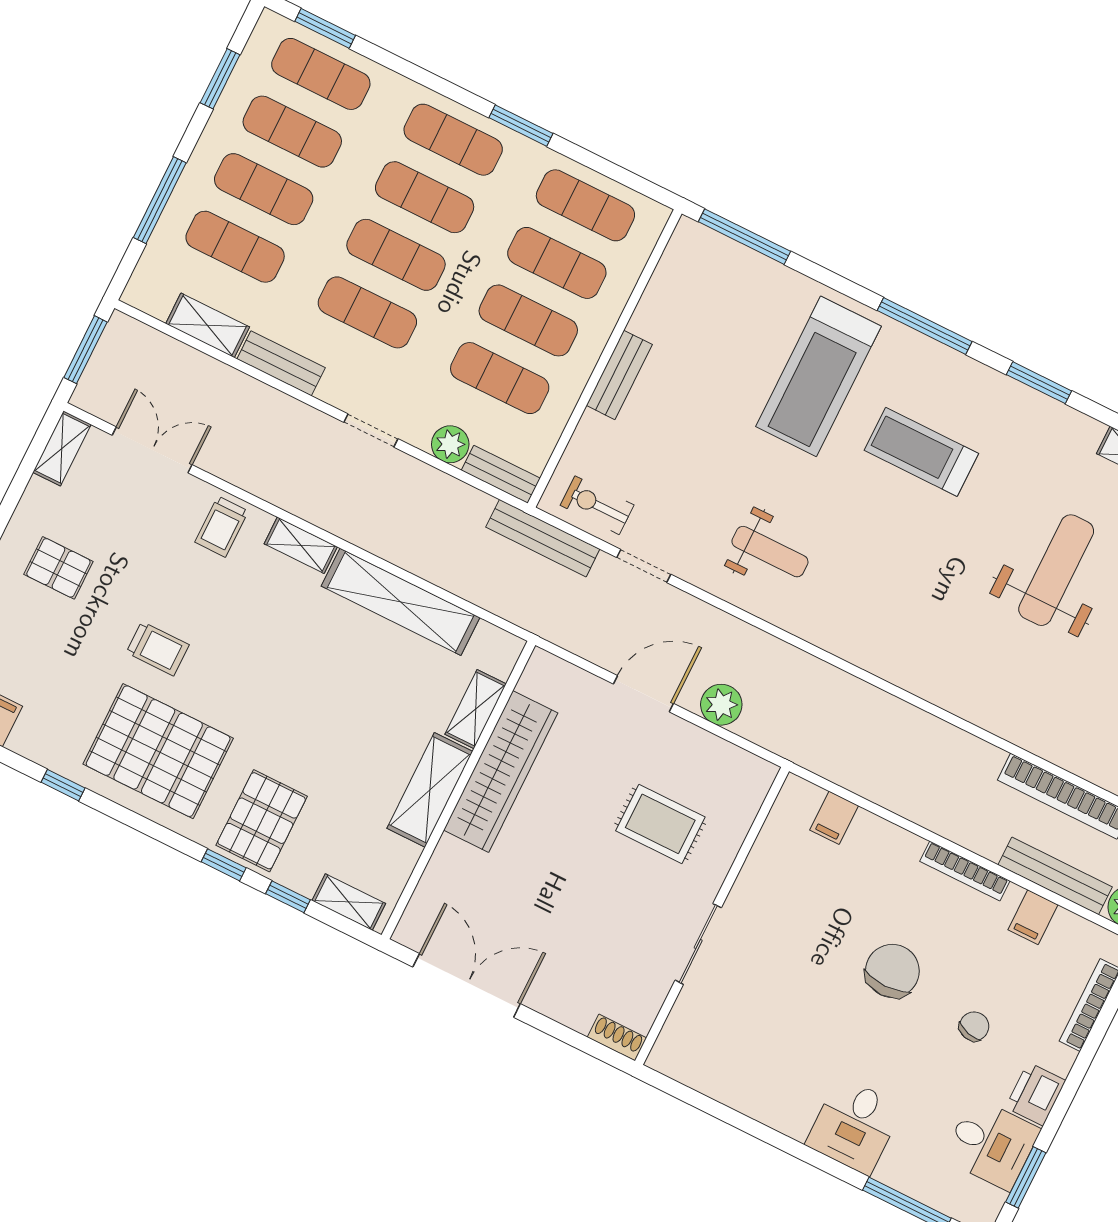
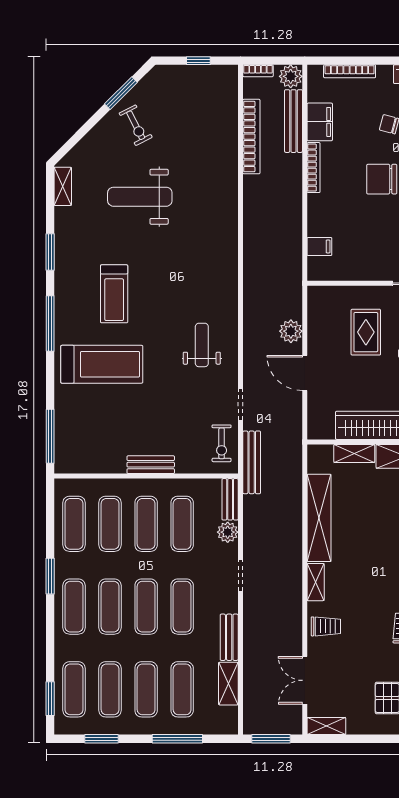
filing cabinet: (1033, 917) -> (320, 122), width x2.00

